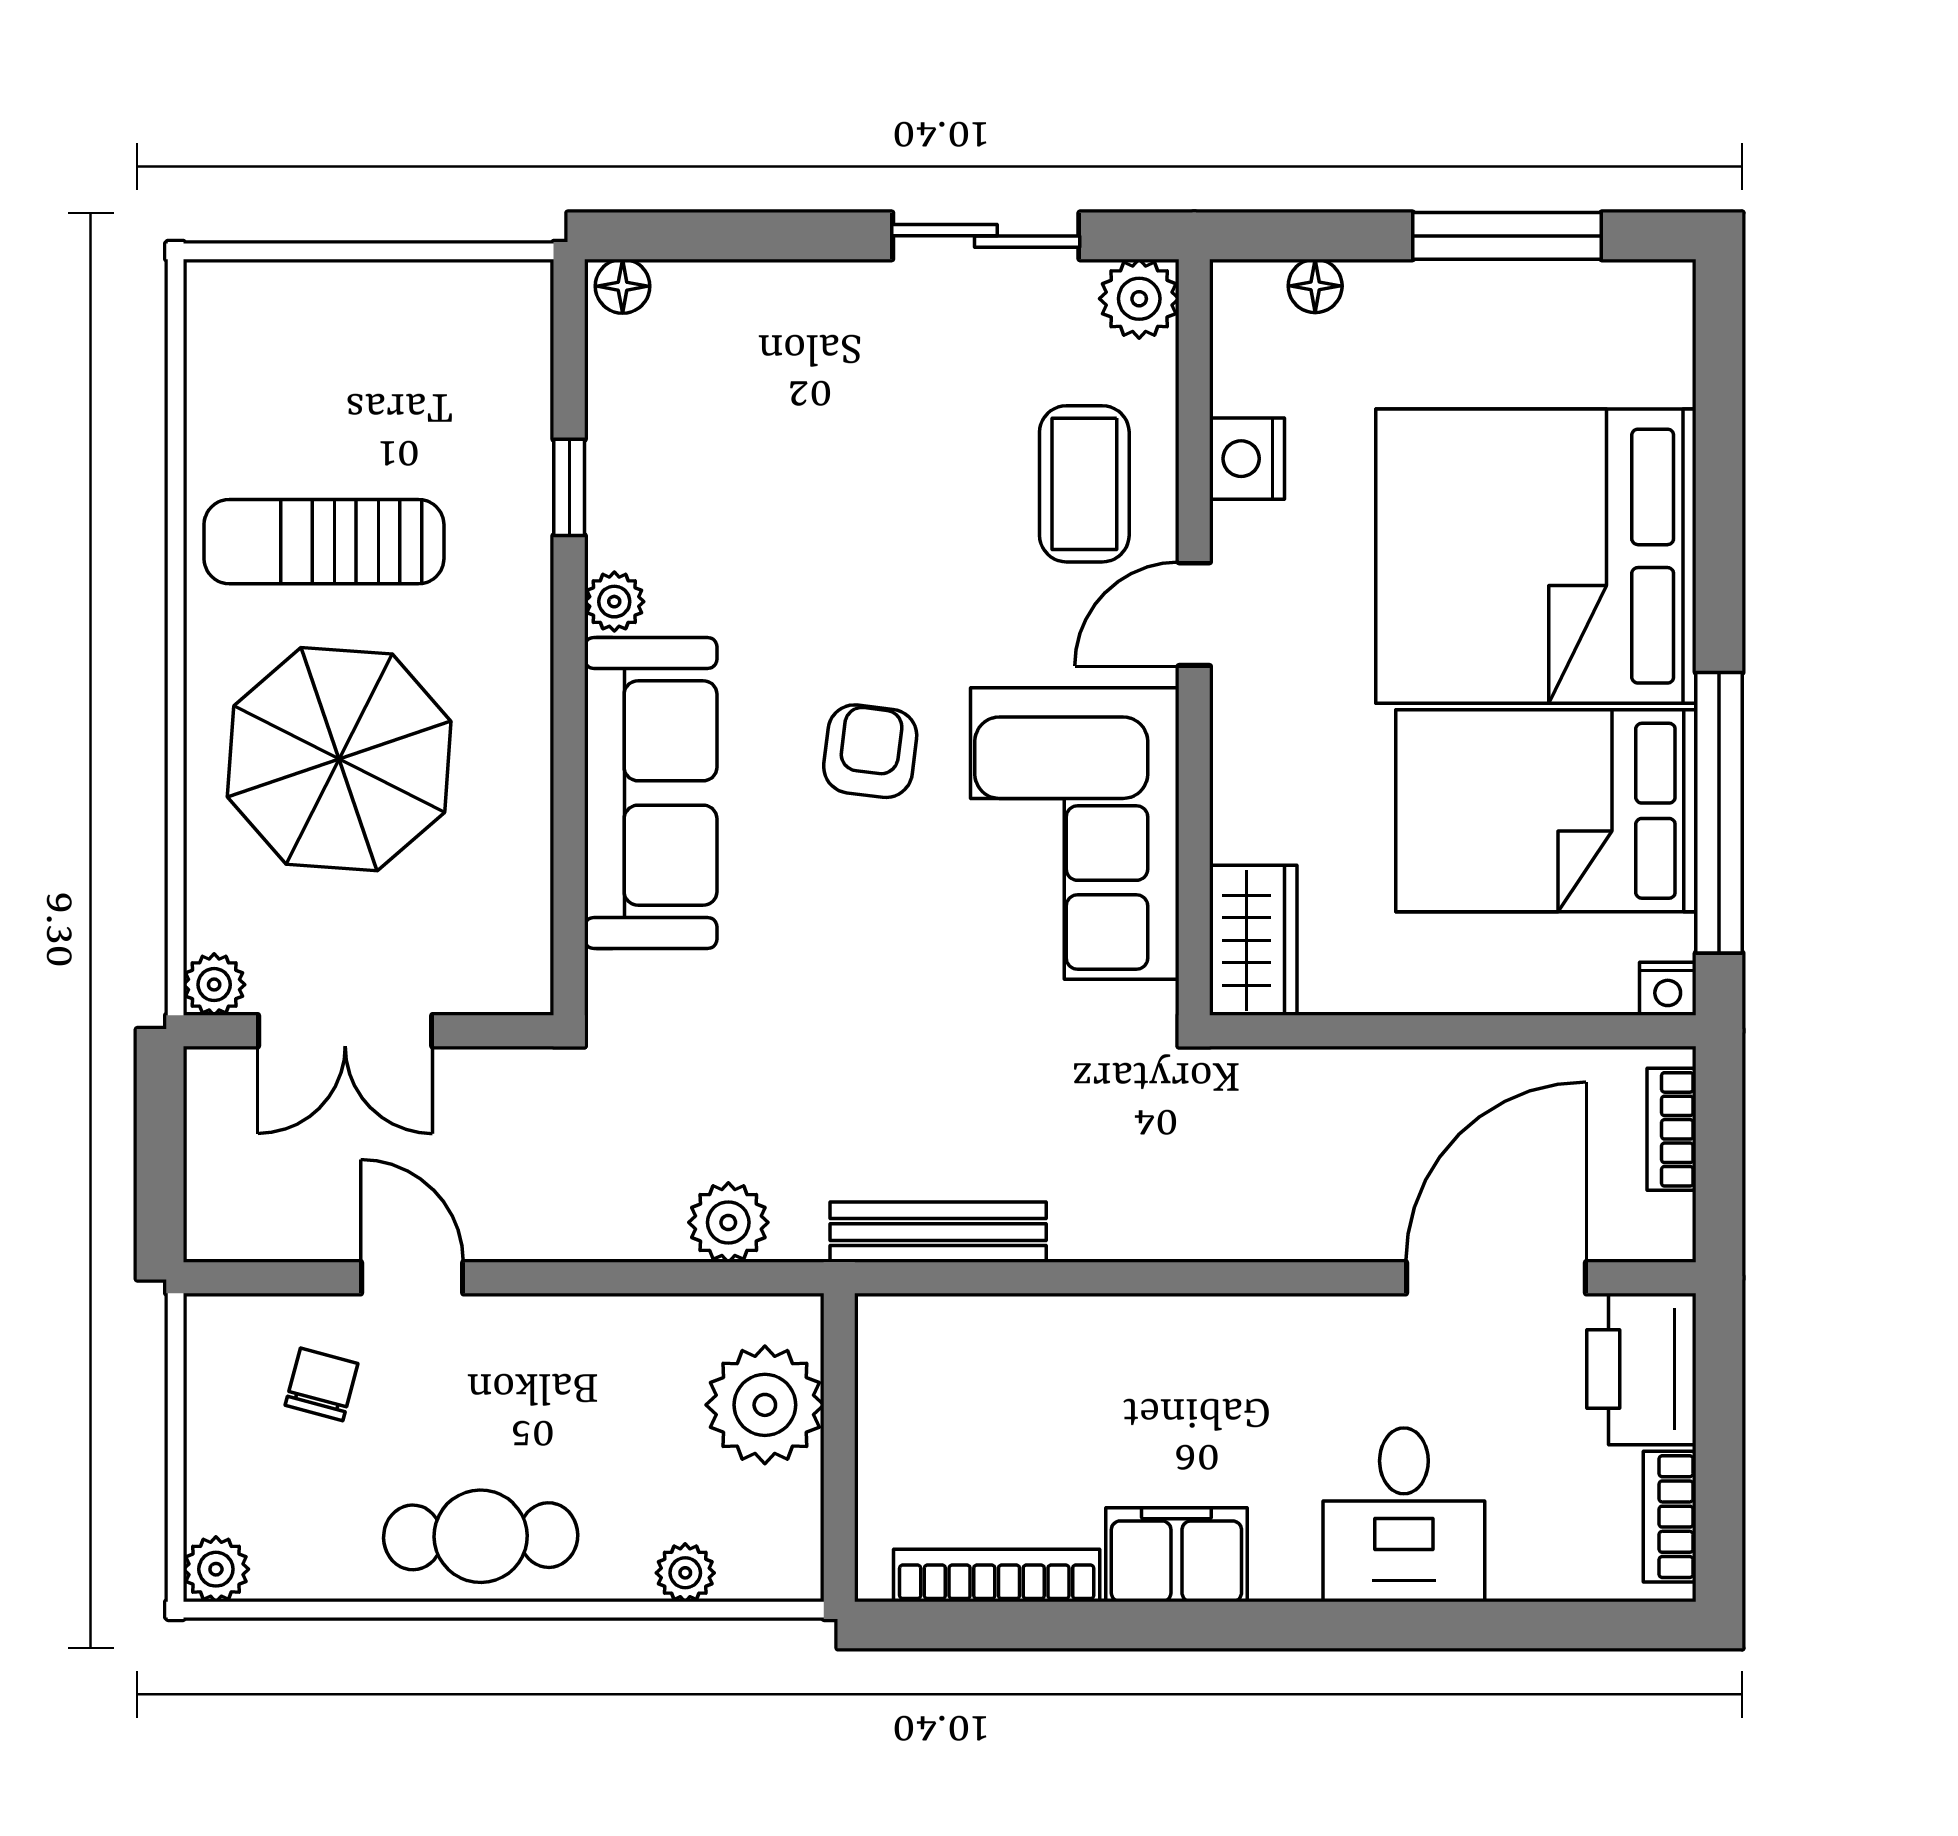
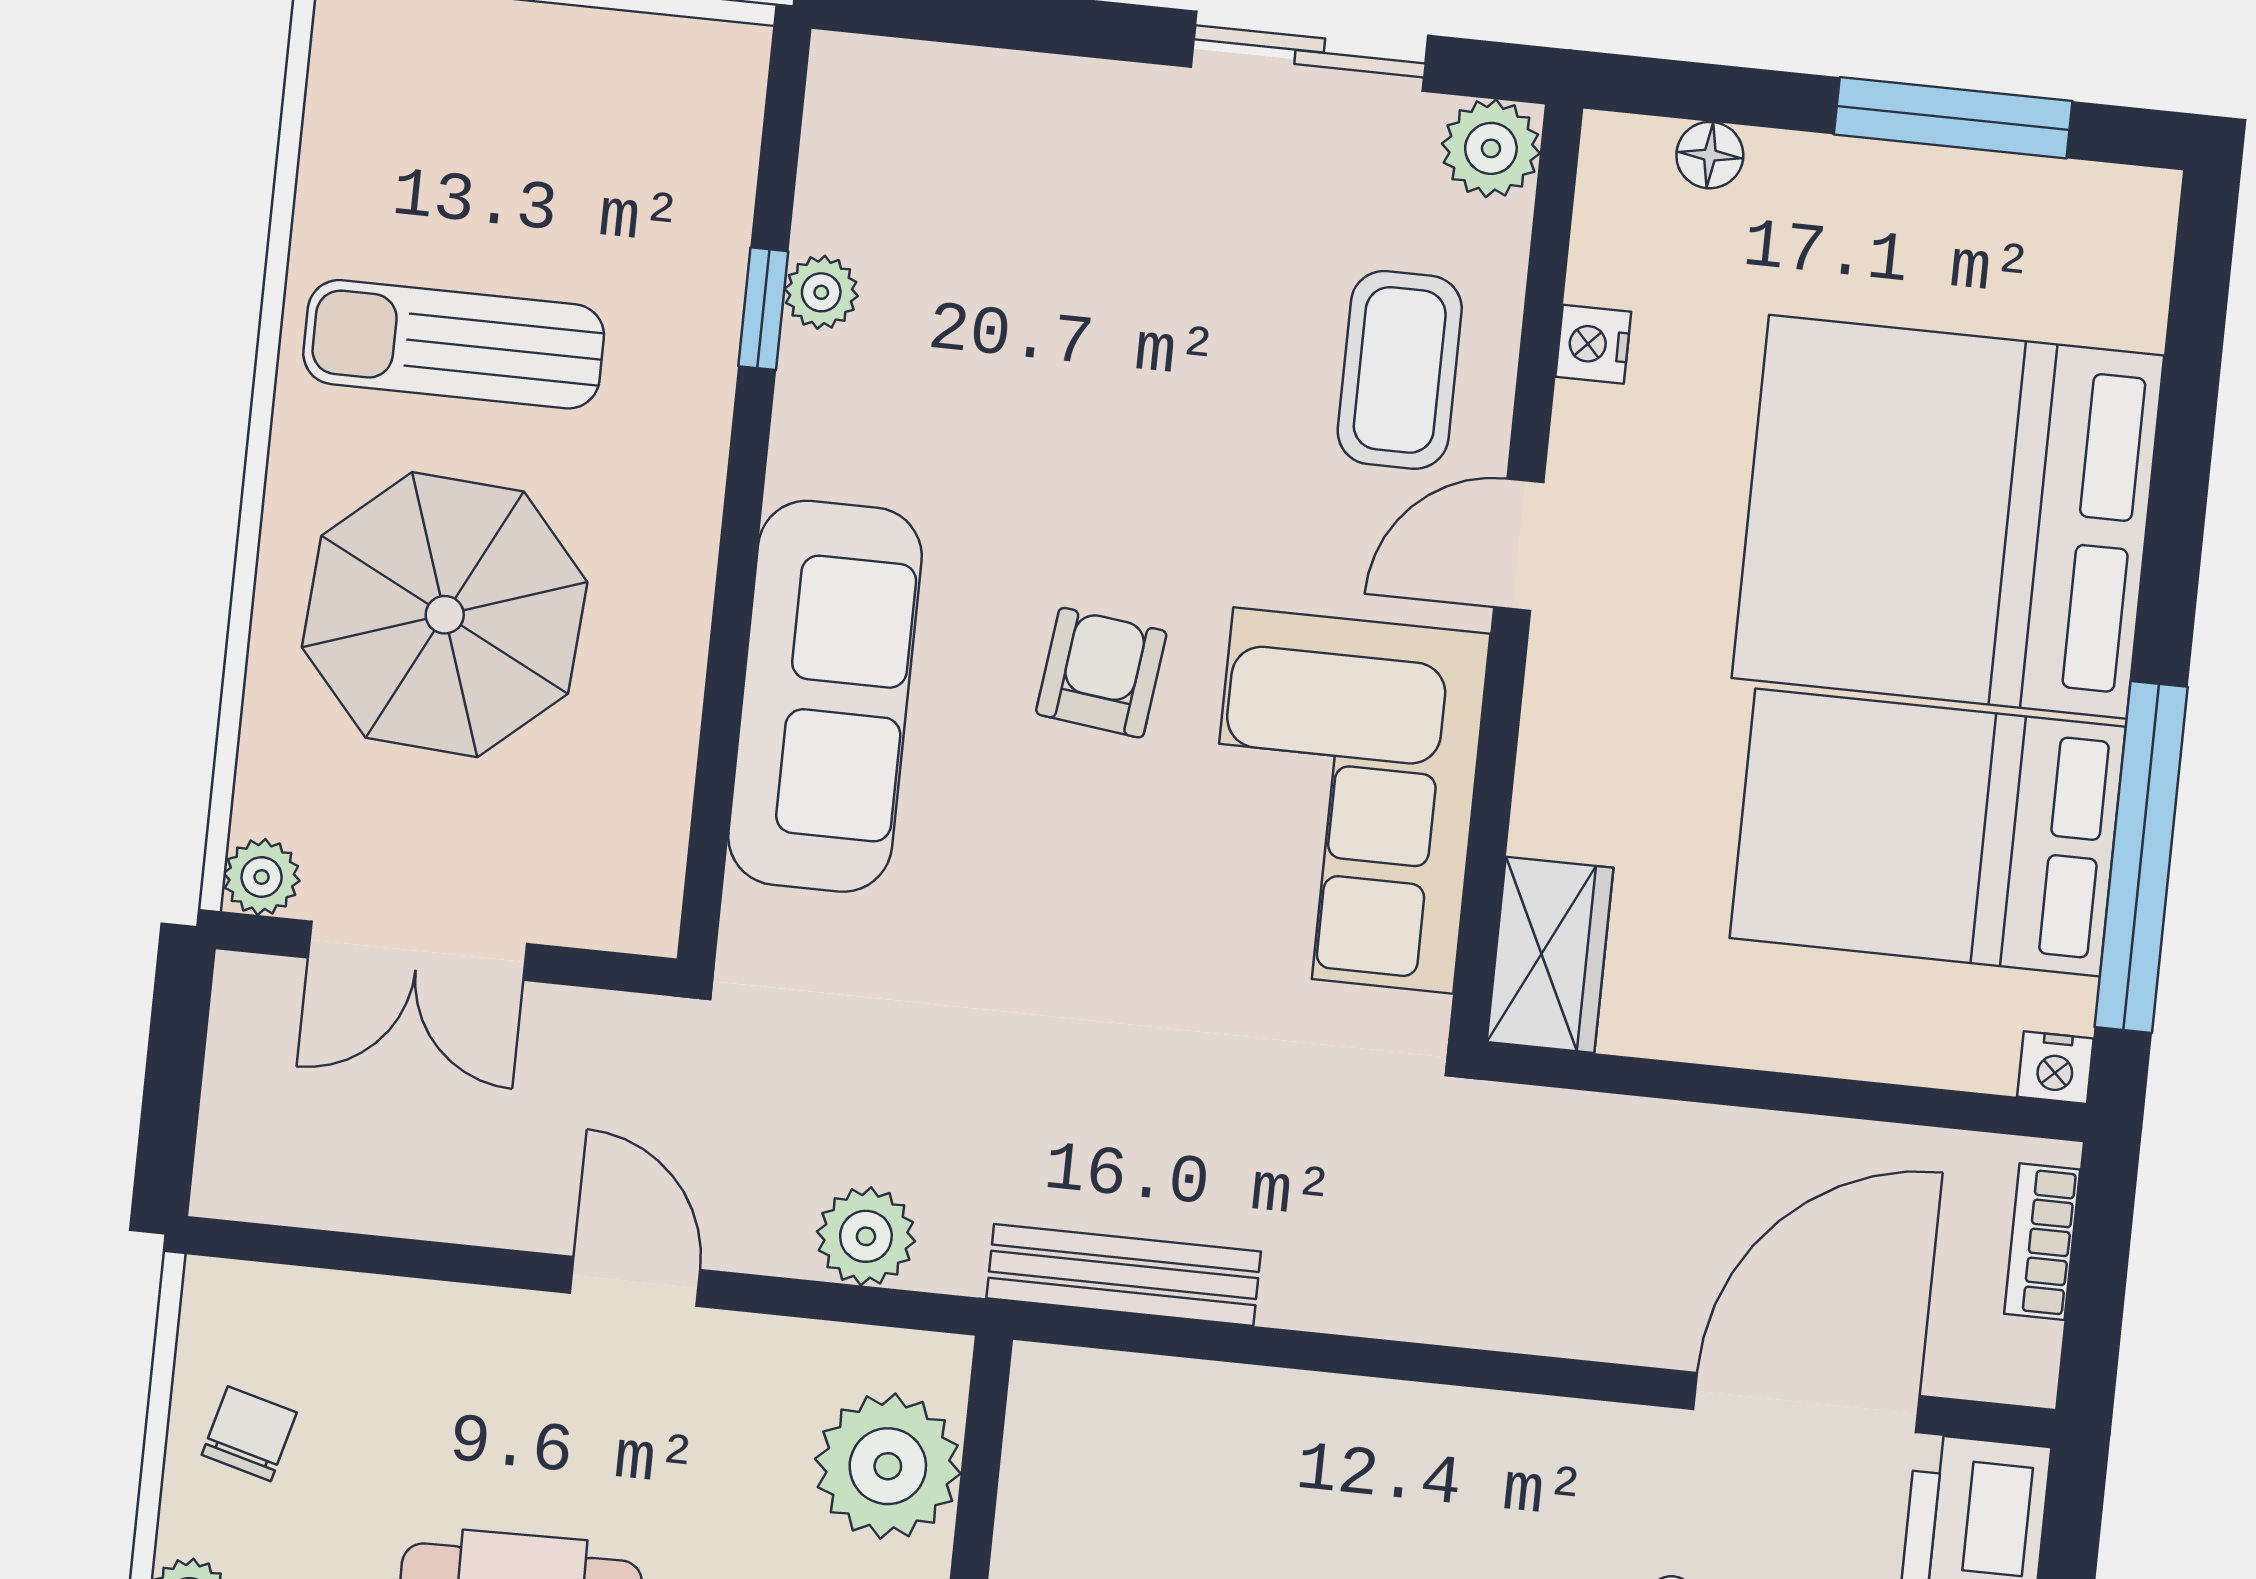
floor lamp: (623, 286) -> (855, 67), removed
nightstand: (1247, 459) -> (1593, 344), width x0.72, depth x0.74
plant: (614, 602) -> (821, 292), moved
door: (412, 1278) -> (635, 1281), moved
chair: (322, 1384) -> (249, 1434), moved

